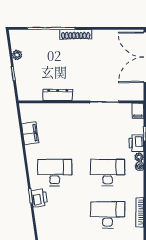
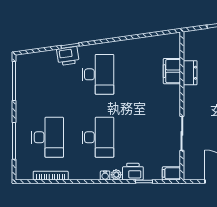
dresser: (58, 95) -> (190, 73), width x0.70
filing cabinet: (30, 133) -> (172, 71), moved, turned 98

